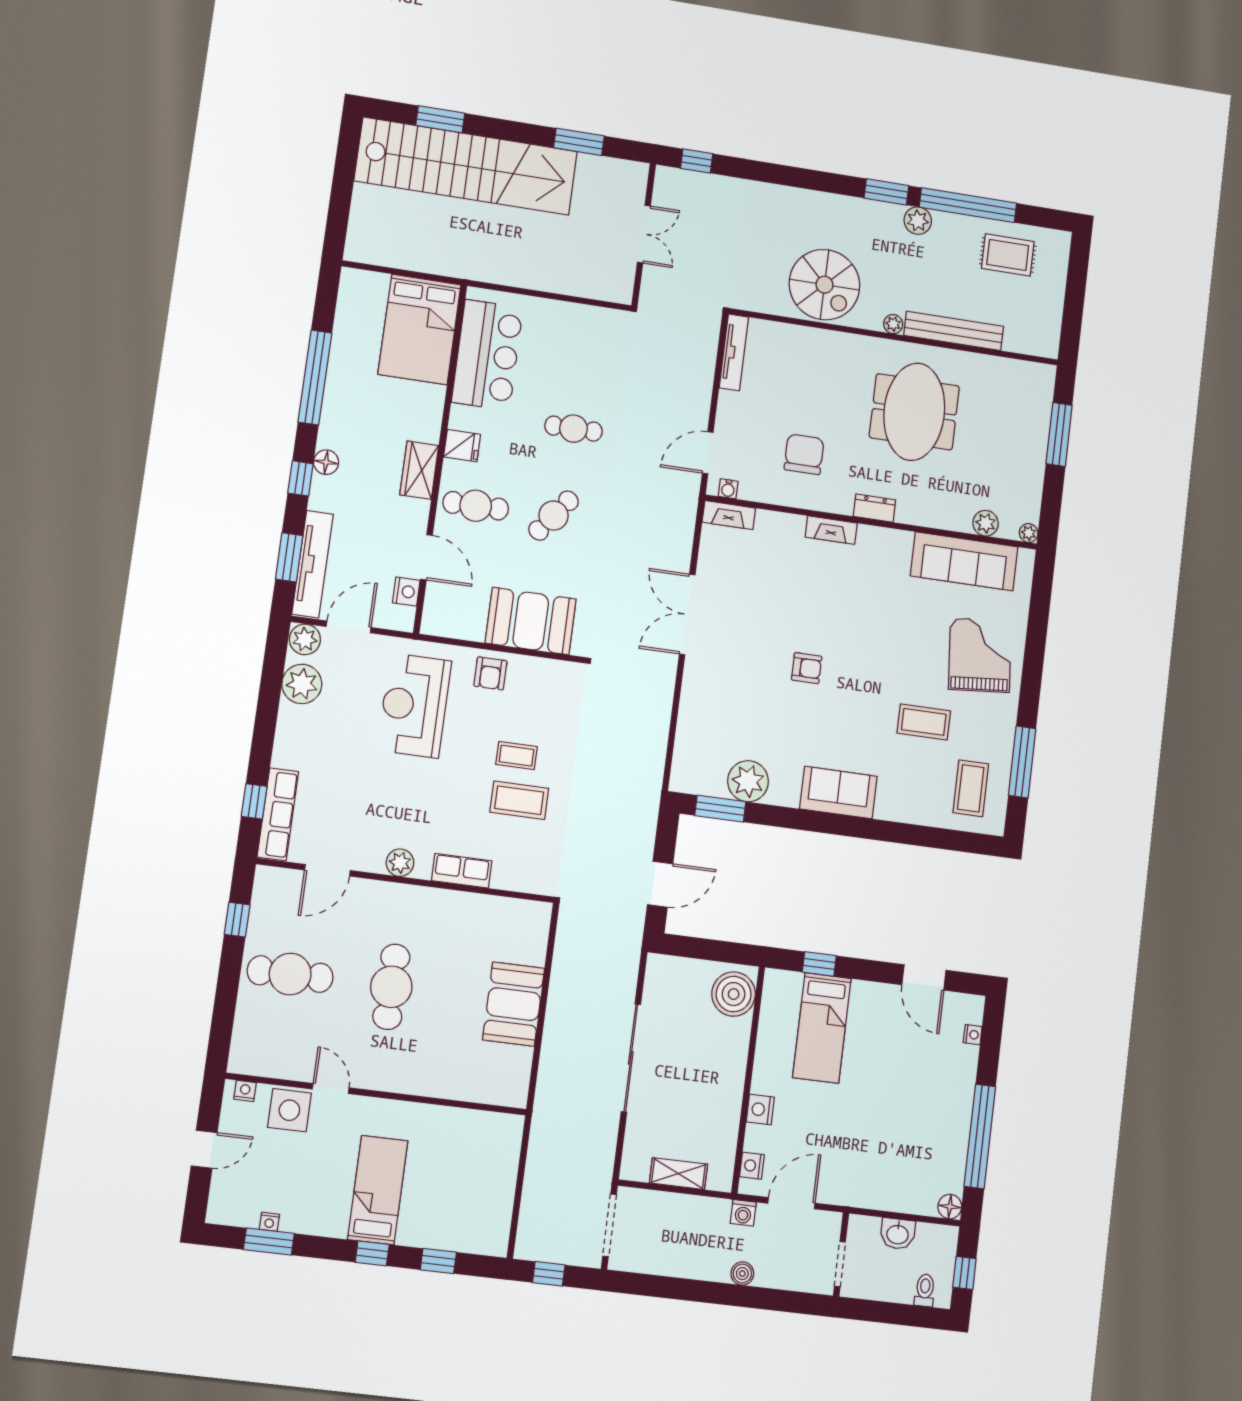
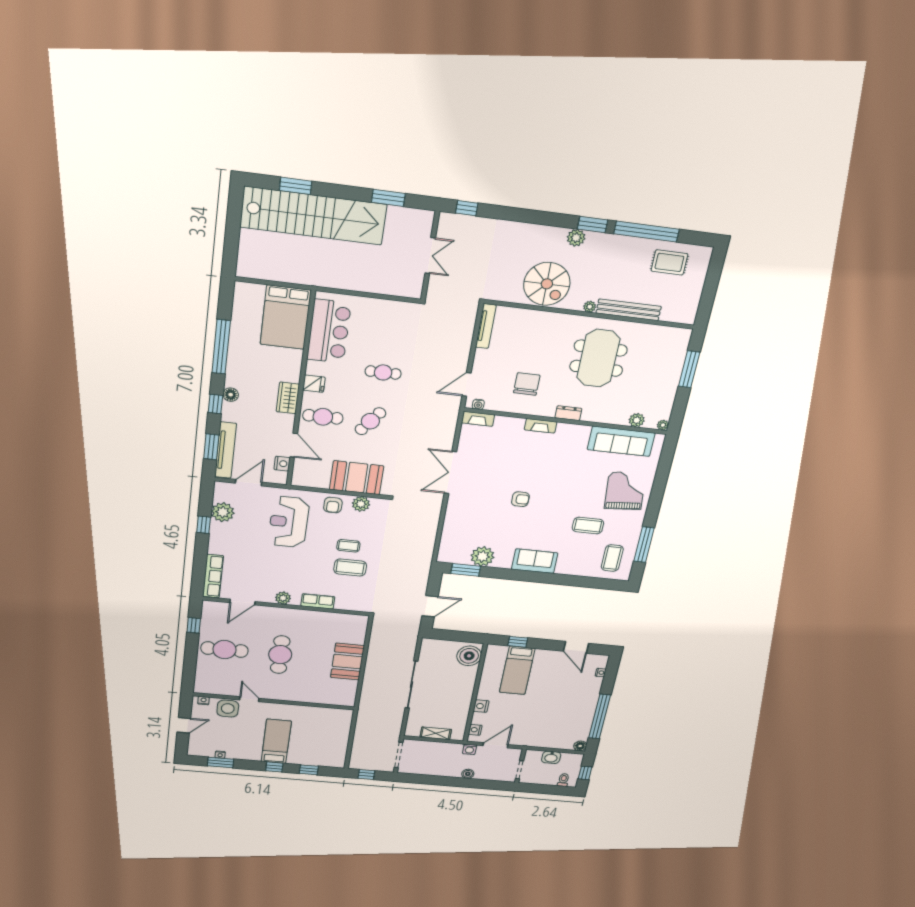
plant: (918, 221) -> (576, 238), moved
plant: (305, 639) -> (361, 504), moved
window: (254, 801) -> (204, 525), moved

